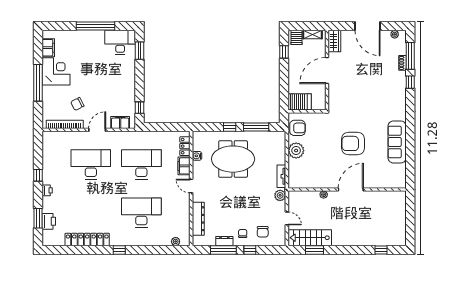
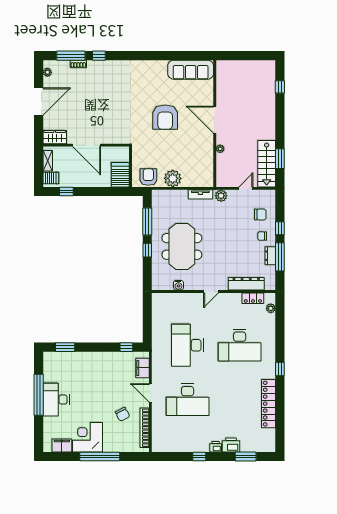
desk: (120, 42) -> (56, 400), moved
sofa: (397, 142) -> (191, 70), moved
locker: (185, 146) -> (253, 298), moved
desk: (91, 164) -> (188, 400), turned -90
filing cabinet: (184, 166) -> (189, 299), removed
desk: (141, 213) -> (240, 345), turned -90
printer: (49, 221) -> (231, 445), moved

